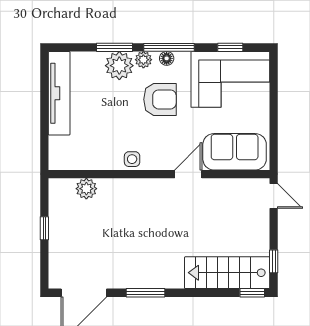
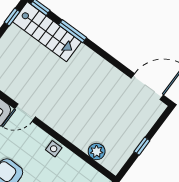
window: (146, 293) -> (73, 31), moved

